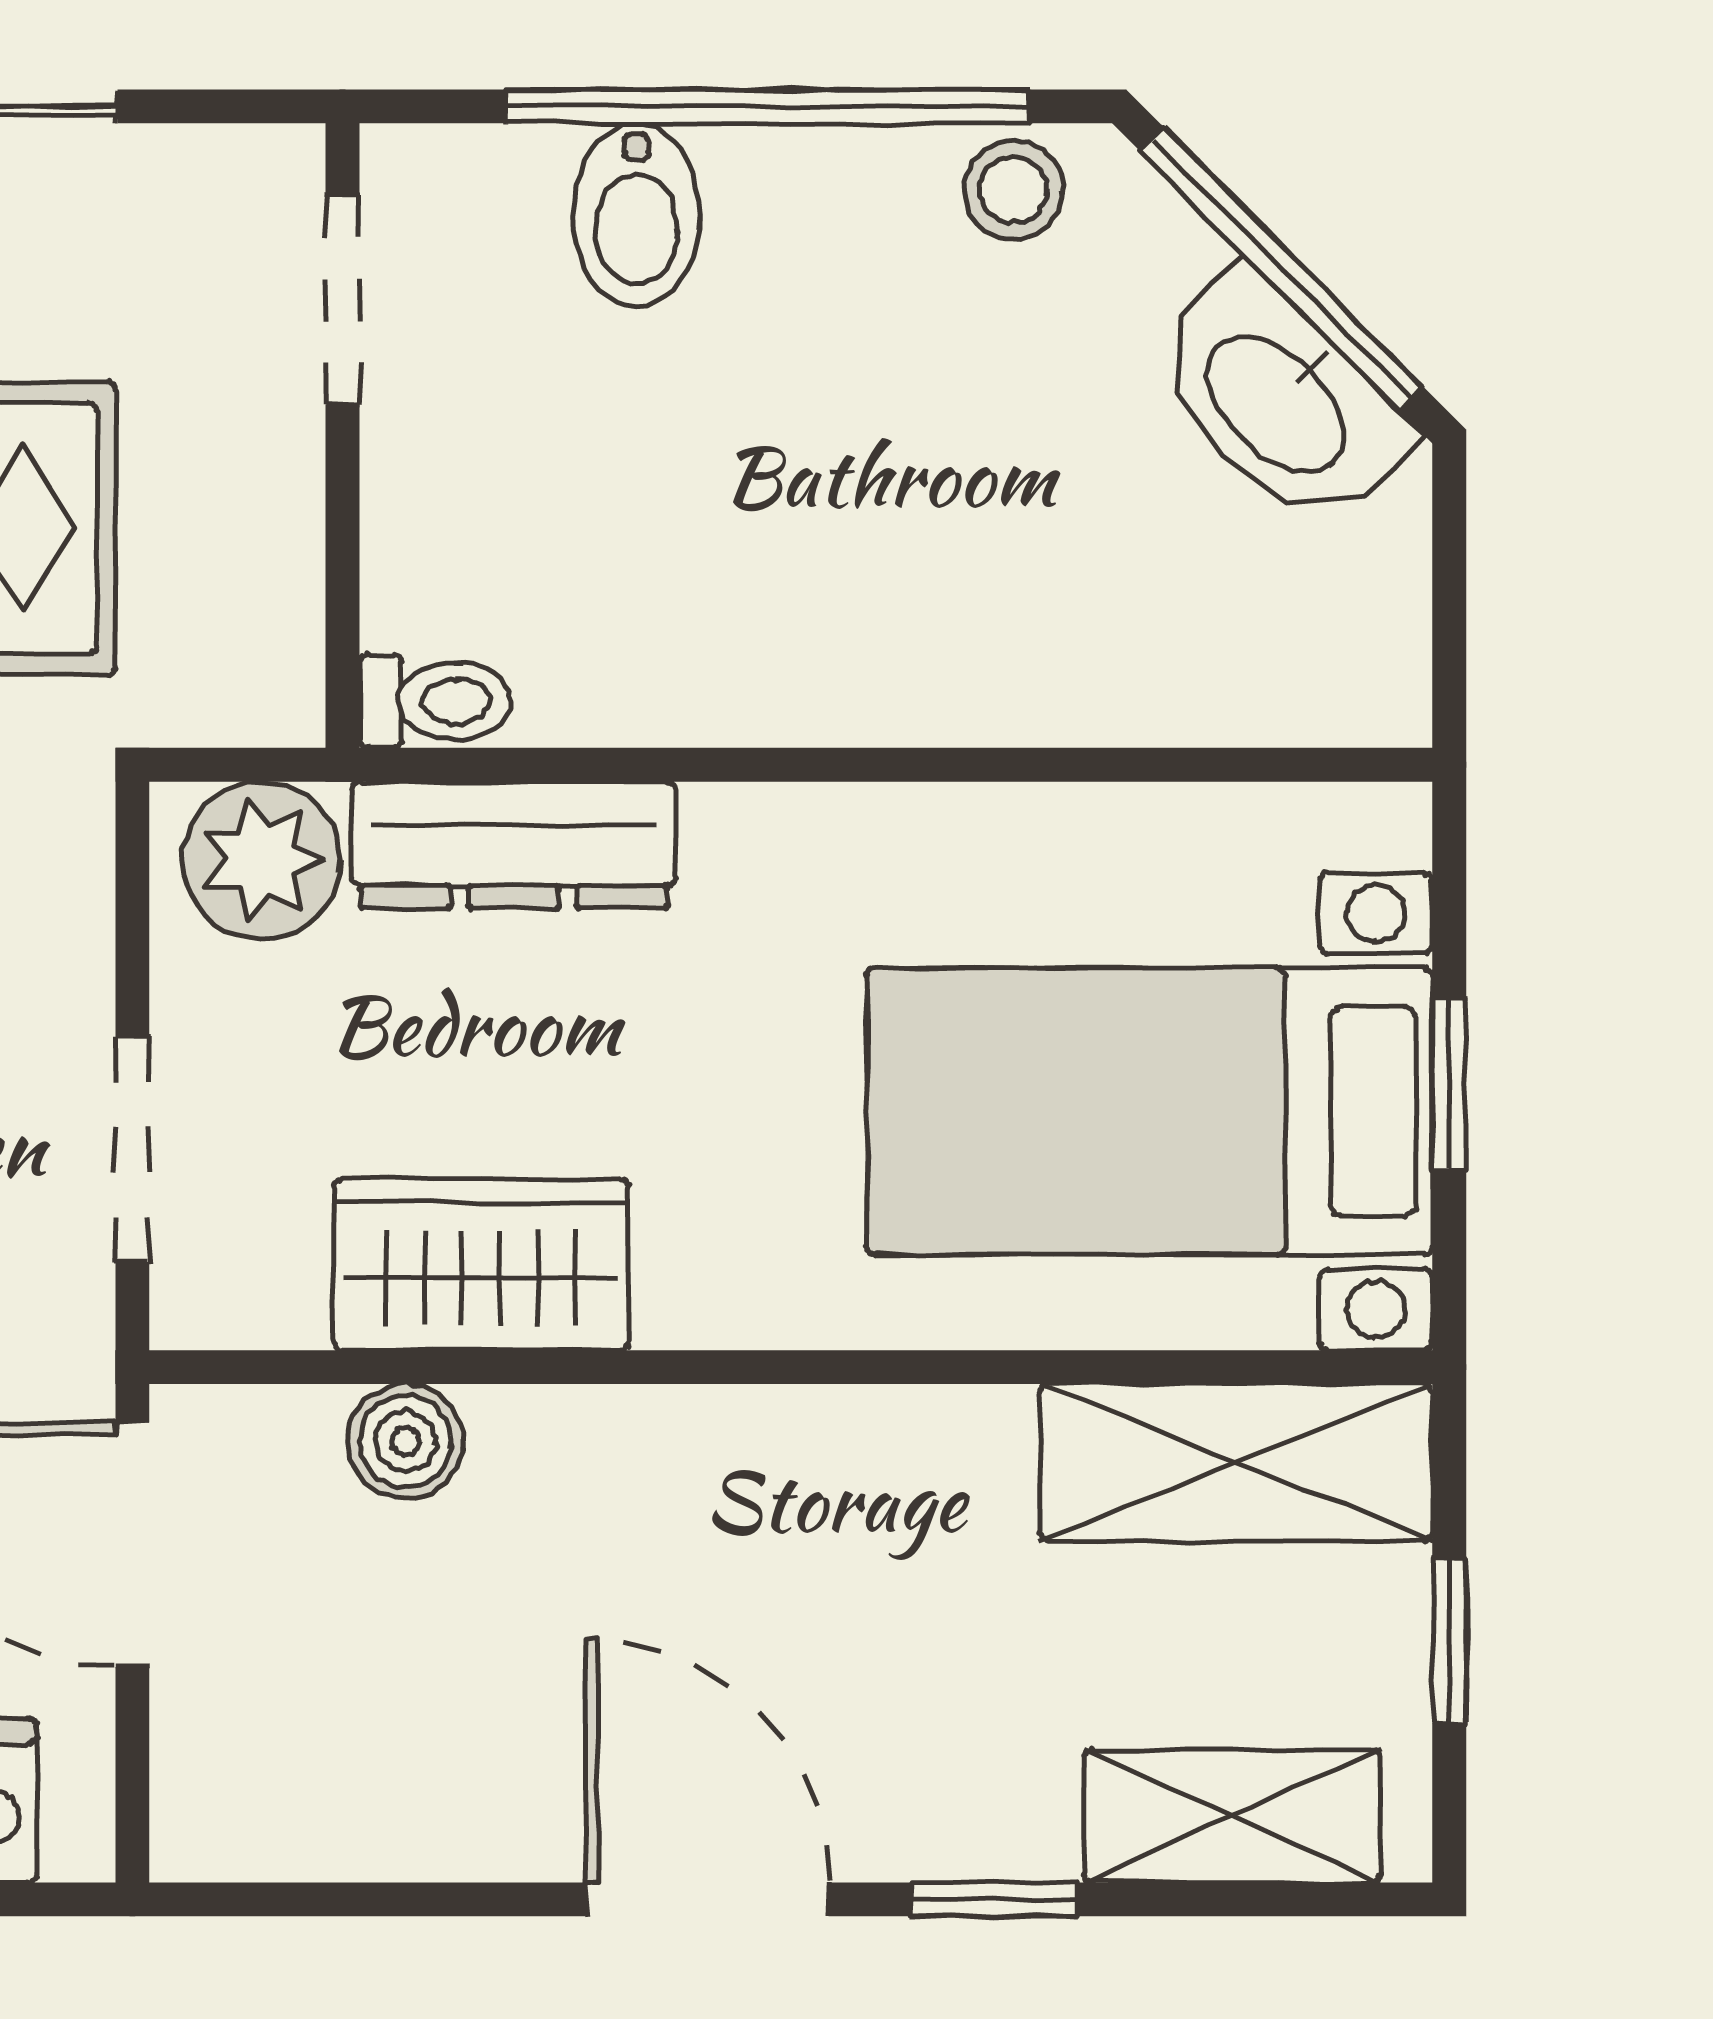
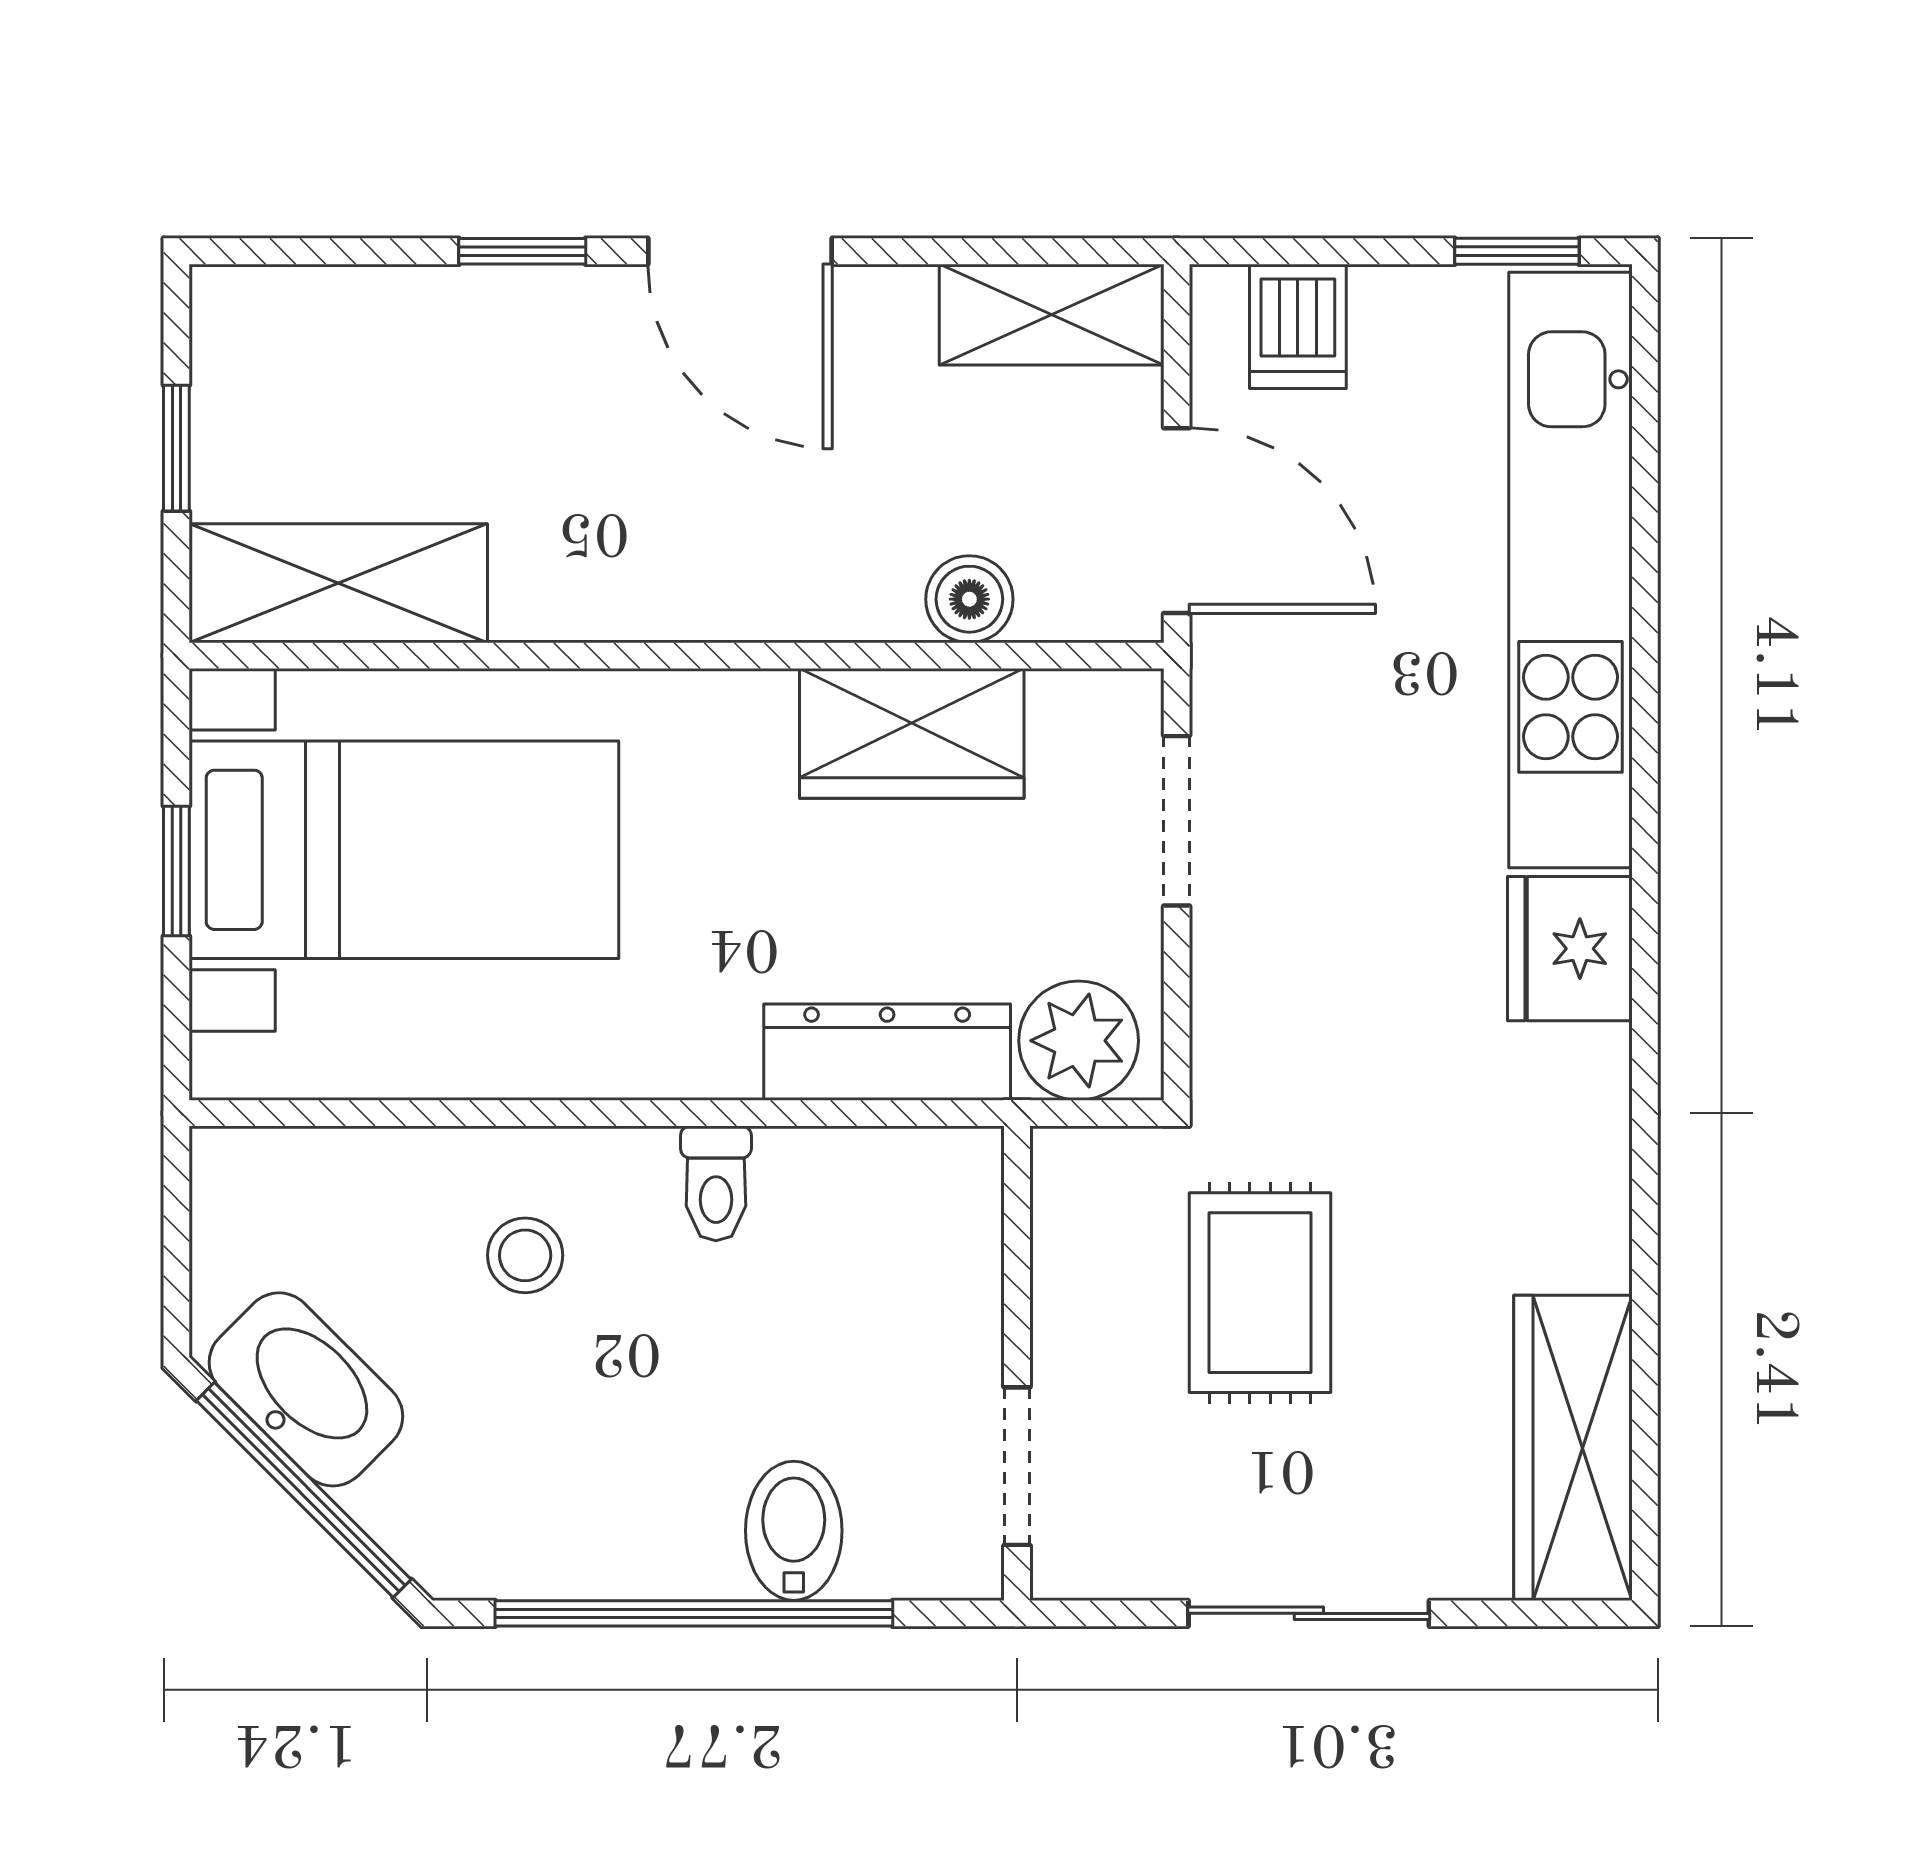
stool: (1013, 190) -> (525, 1255), moved
toilet: (435, 701) -> (716, 1183), moved, turned -90
shelving: (1232, 1816) -> (1052, 315), moved

